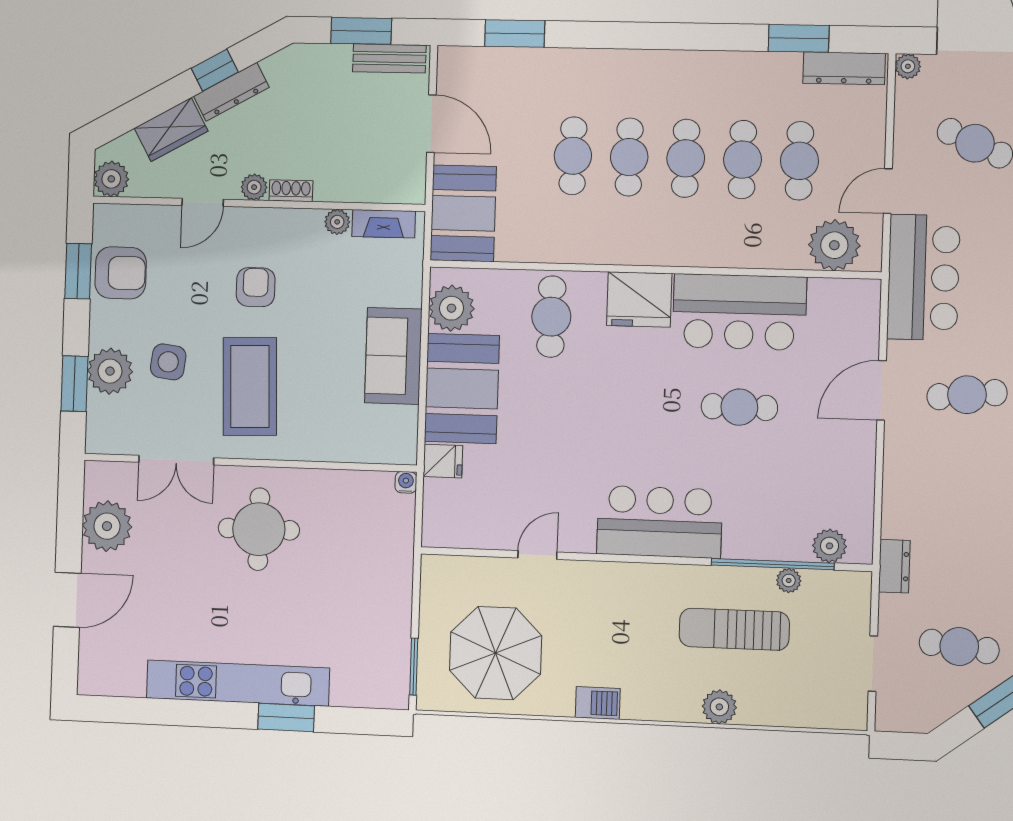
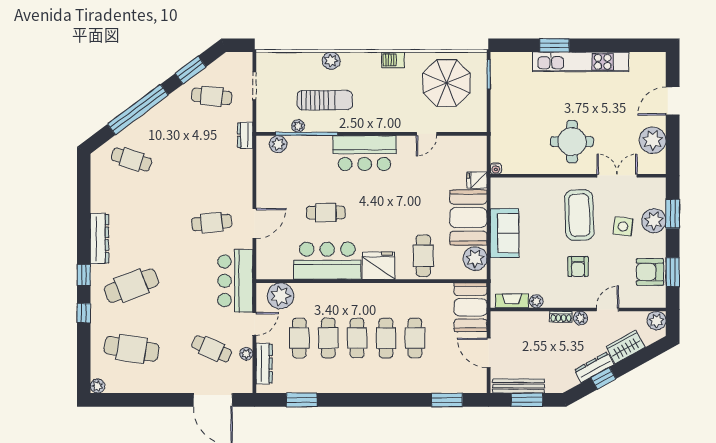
bench: (389, 58) -> (519, 386), width x1.36
plant: (908, 66) -> (246, 354), moved
dresser: (844, 68) -> (264, 364), moved, turned 90

